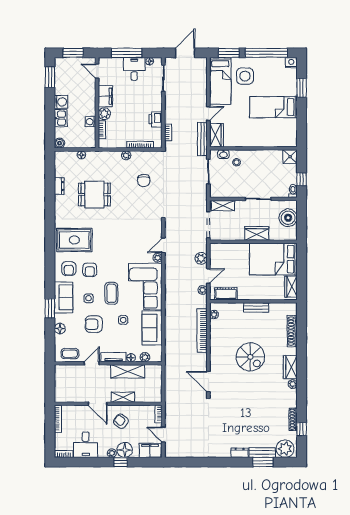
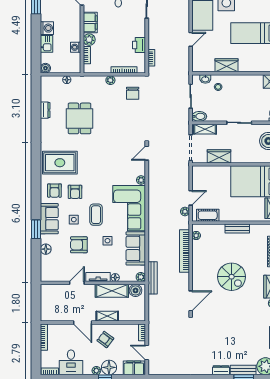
wardrobe: (217, 135) -> (226, 65), moved, turned -90
bench: (202, 139) -> (153, 278), moved
chair: (144, 181) -> (133, 93), moved
bidet: (217, 192) -> (199, 116), added
dining table: (94, 195) -> (79, 118), turned 90
wardrobe: (257, 233) -> (219, 156), moved
door: (163, 245) -> (147, 153), moved
plant: (201, 258) -> (183, 181), removed
coffee table: (70, 354) -> (56, 274), removed
plant: (145, 357) -> (141, 277), moved
boiler: (152, 371) -> (136, 290), added
door: (208, 382) -> (191, 301), swing flipped

